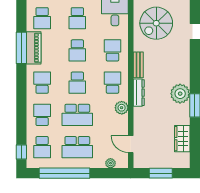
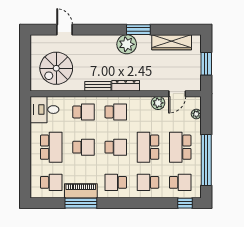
school desk: (77, 18) -> (51, 147), width x1.85
spiral stairs: (156, 23) -> (56, 68), turned 90
school desk: (113, 50) -> (83, 112), turned 180
school desk: (113, 83) -> (116, 112), turned 180
plant: (122, 108) -> (158, 103), moved
school desk: (77, 115) -> (148, 147), turned 180
wardrobe: (182, 139) -> (172, 42), width x1.50
school desk: (77, 147) -> (180, 147), turned 180

